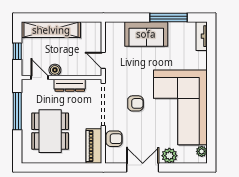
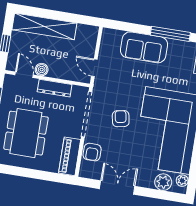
armchair: (135, 103) -> (121, 119), turned -101
armchair: (114, 139) -> (92, 152), turned 90
plant: (169, 156) -> (163, 182), moved

